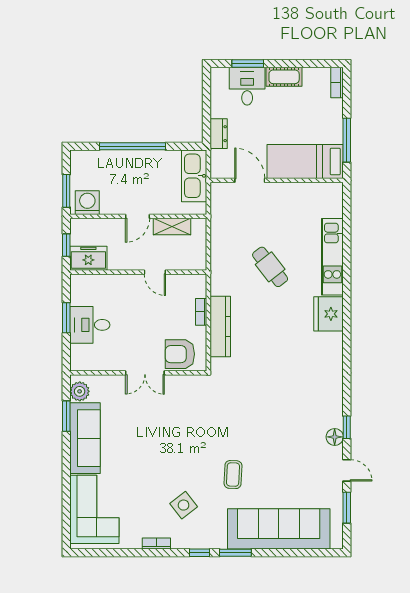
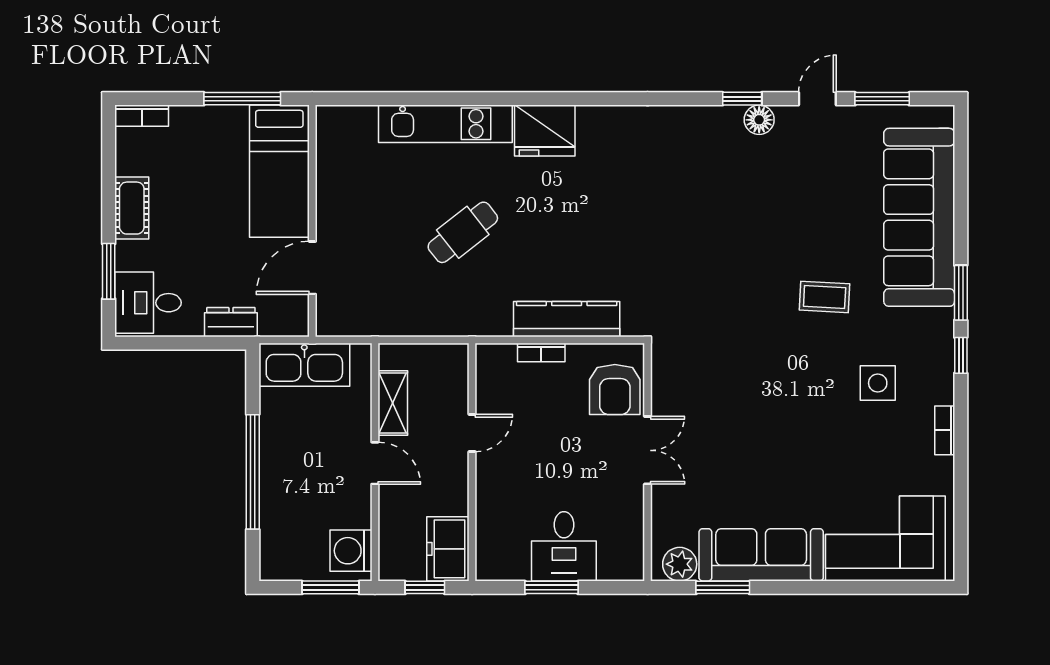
desk: (247, 86) -> (148, 303), moved
side table: (184, 505) -> (878, 383), turned 38

